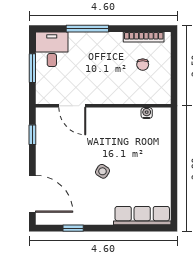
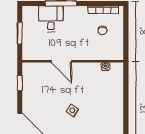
desk: (52, 49) -> (51, 19), moved
door: (72, 106) -> (61, 61), moved

